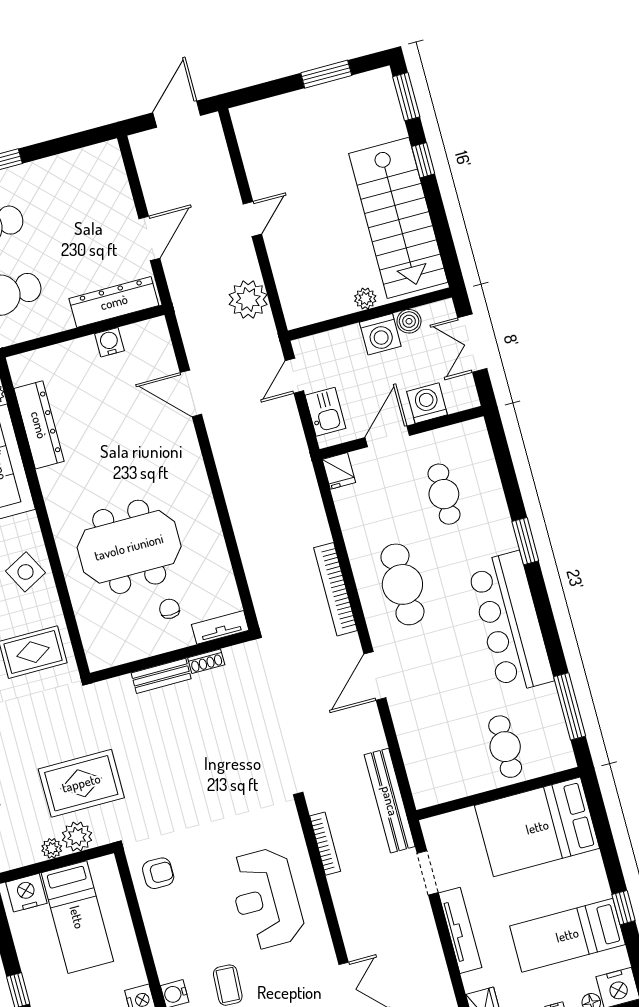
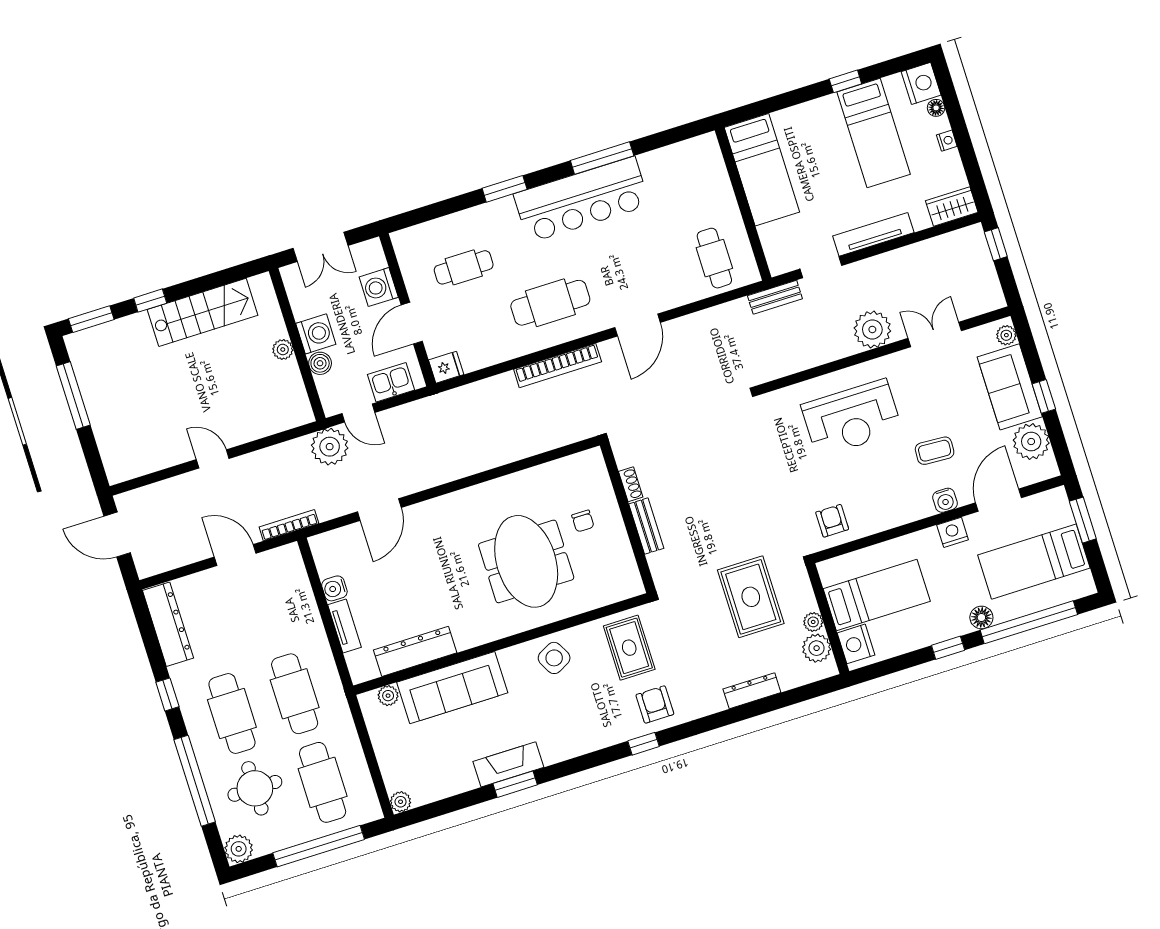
window: (326, 74) -> (73, 395), width x1.44
stairs: (398, 218) -> (203, 312), width x0.73, depth x0.66
plant: (248, 299) -> (330, 447), moved
dresser: (114, 302) -> (168, 624), moved, turned 180
boiler: (409, 321) -> (320, 363), moved
door: (387, 436) -> (412, 323), hinge flipped
chair: (169, 609) -> (583, 521), turned -90
tv unit: (220, 627) -> (344, 626), moved, turned 180
door: (375, 676) -> (638, 325), hinge flipped
window: (570, 706) -> (602, 158), moved
cafe table: (505, 747) -> (714, 258), moved, turned 90
bench: (390, 801) -> (775, 297), width x0.54, depth x0.82
bed: (537, 827) -> (762, 170), width x0.67
plant: (77, 837) -> (817, 648), moved
bookcase: (325, 844) -> (289, 525), moved
plant: (359, 925) -> (872, 329), added

